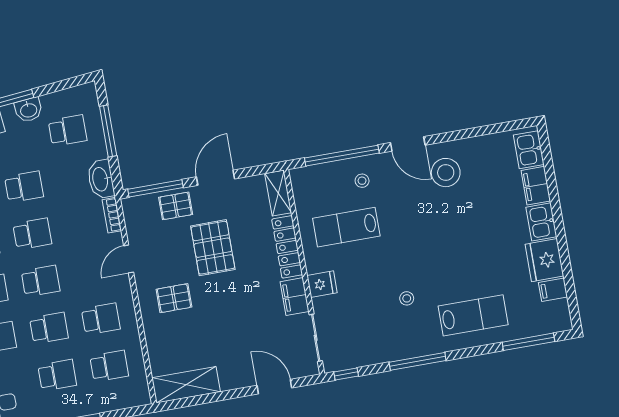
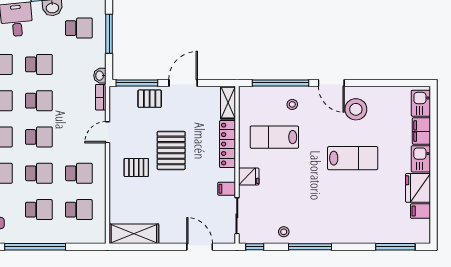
washbasin: (101, 179) -> (100, 76), width x0.52, depth x0.69
pallet: (213, 248) -> (171, 150), moved
filing cabinet: (295, 297) -> (227, 189), width x0.50
stool: (407, 298) -> (284, 232), moved
lab bench: (473, 315) -> (353, 158), moved

